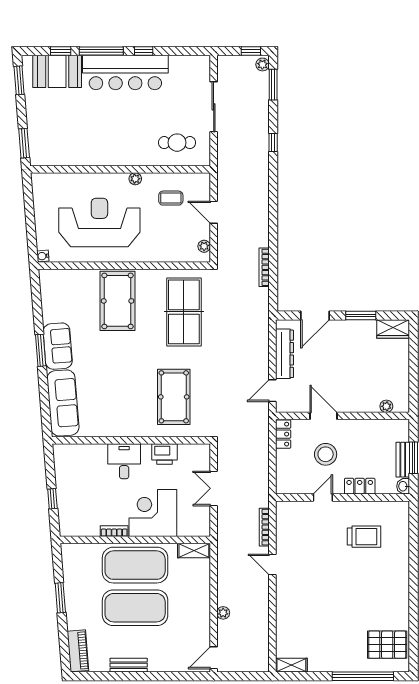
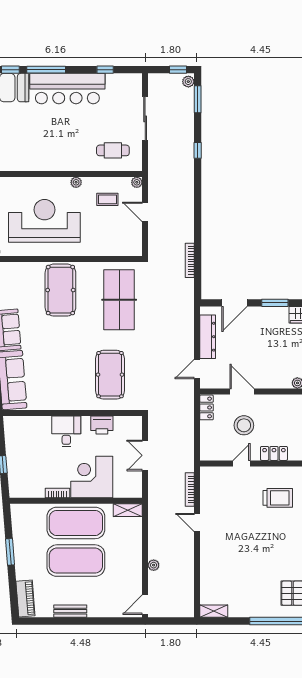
window: (144, 51) -> (105, 70), moved
plant: (204, 246) -> (137, 182), moved

